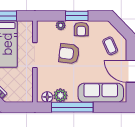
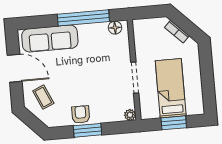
plant: (61, 25) -> (130, 115), moved
armchair: (69, 54) -> (93, 83), removed
plant: (60, 95) -> (99, 31), removed

